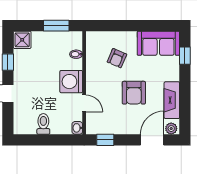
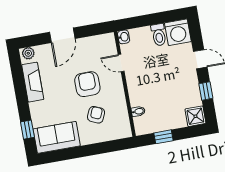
window: (56, 26) -> (163, 137), width x0.67
washing machine: (71, 82) -> (178, 32), moved, turned 90
armchair: (134, 93) -> (87, 84), moved
window: (105, 140) -> (93, 30), removed
door: (152, 140) -> (62, 35), moved

